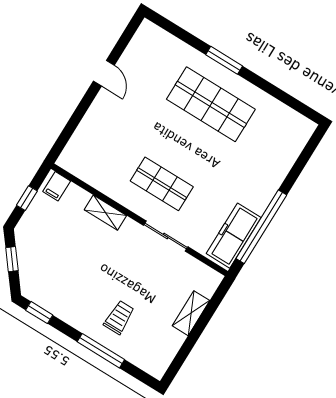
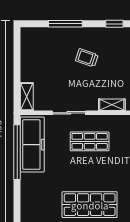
freezer: (234, 236) -> (32, 145), width x1.36, depth x1.26
shelving: (191, 313) -> (27, 97), moved
trolley: (119, 317) -> (87, 58), moved, turned 109

